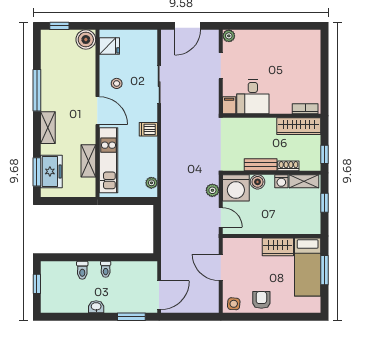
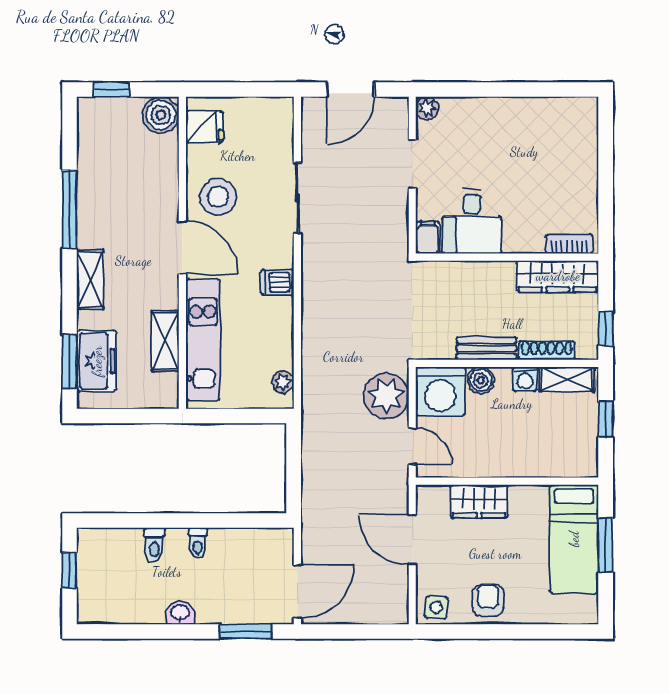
stool: (117, 83) -> (218, 197), width x1.89, depth x1.89
shoe rack: (288, 166) -> (547, 350), width x1.43
plant: (212, 190) -> (386, 396), width x1.87, depth x1.87
wardrobe: (278, 247) -> (479, 501), moved

